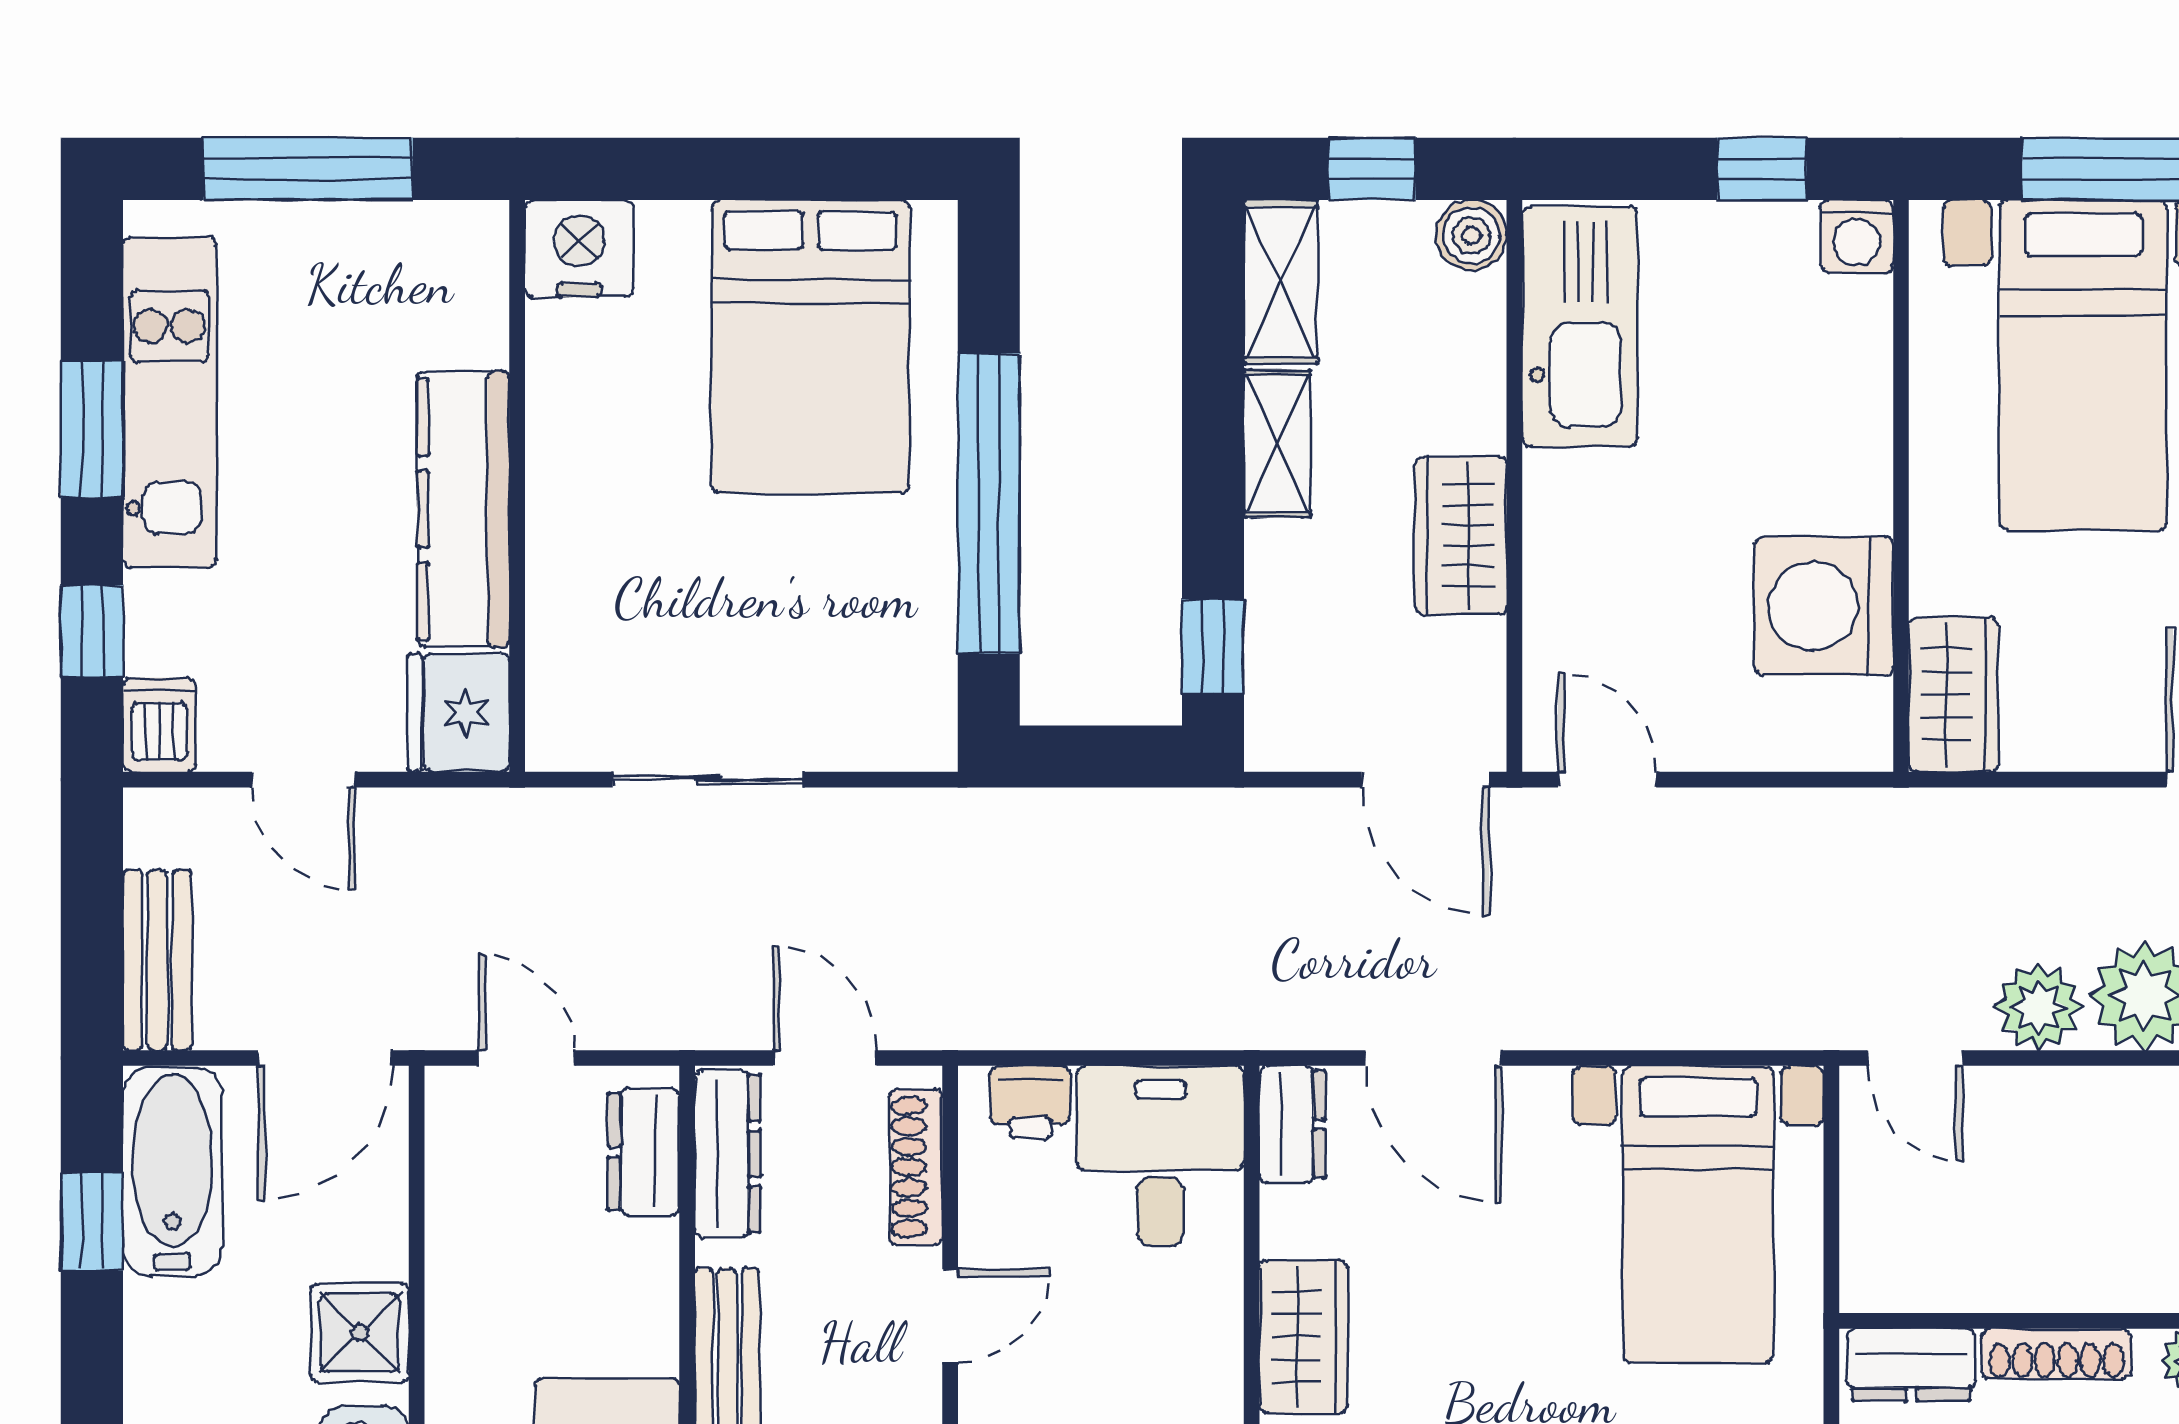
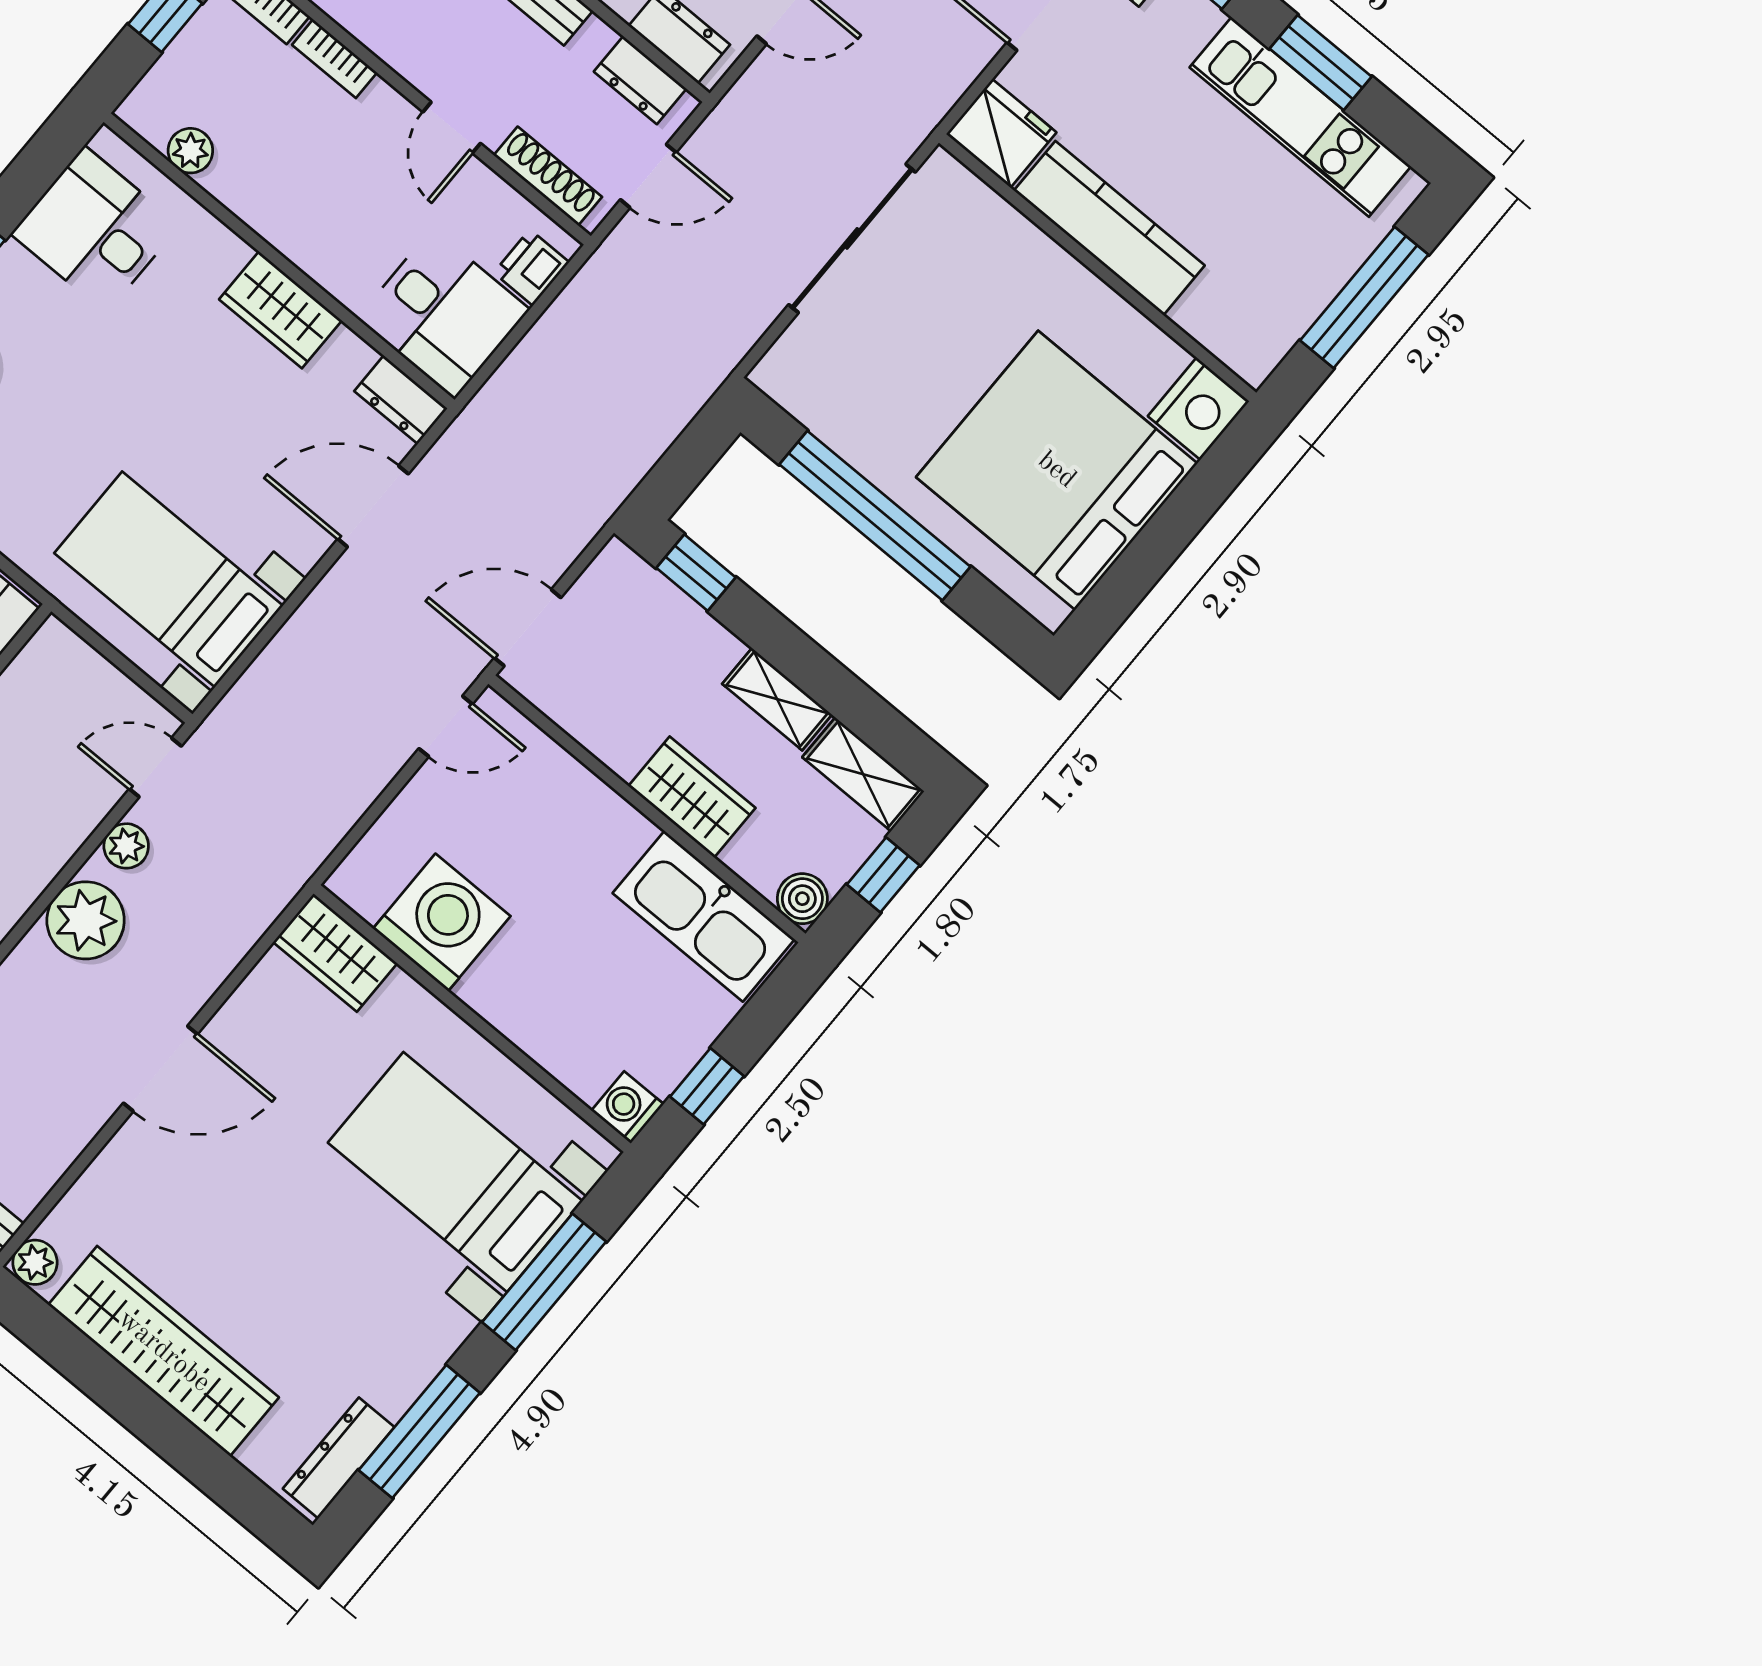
bed: (811, 347) -> (1057, 470), width x1.36
wardrobe: (1461, 536) -> (692, 797), moved
sliding door: (708, 780) -> (852, 238), width x1.37
plant: (2039, 1007) -> (126, 846), width x0.73, depth x0.73
dresser: (728, 1154) -> (640, 80), width x0.70

